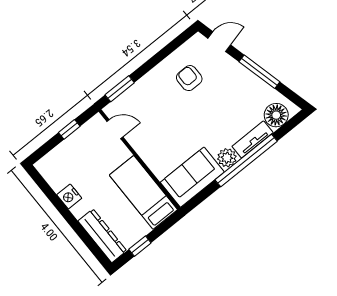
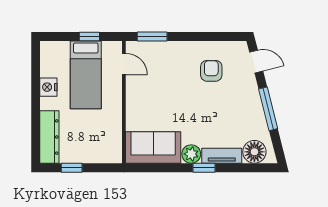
window: (246, 160) -> (204, 168), width x0.32
bed: (143, 192) -> (86, 75), moved, turned 180

